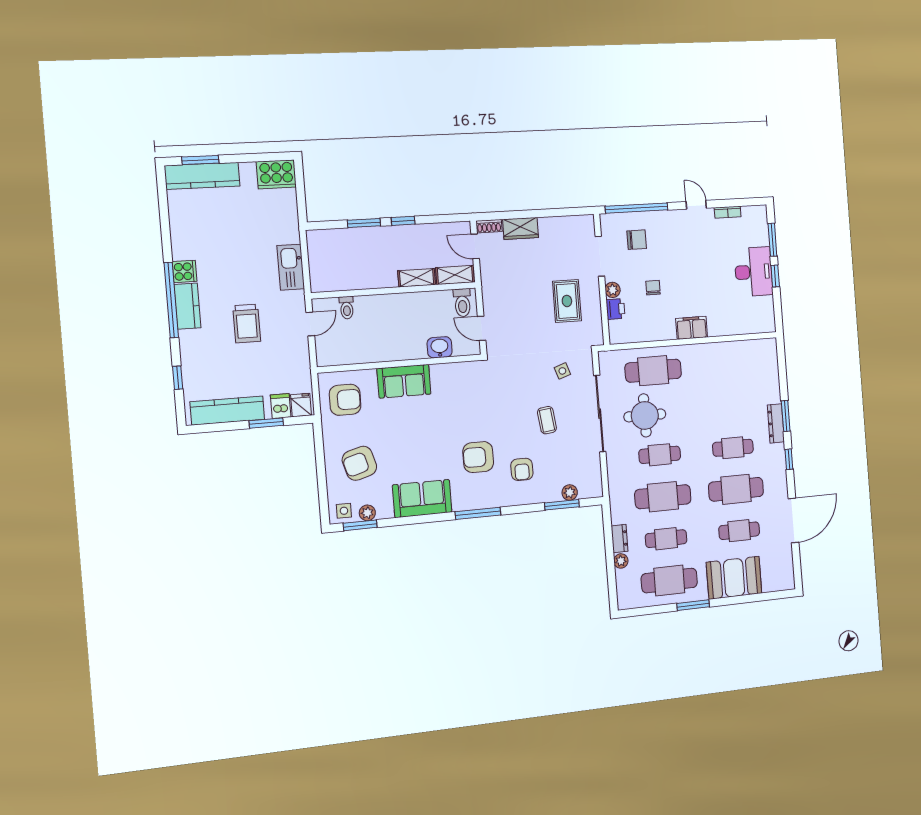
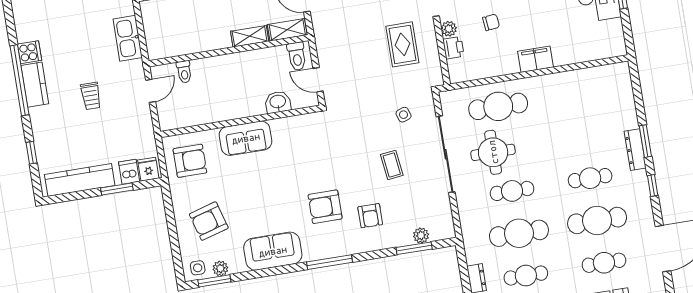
chair: (653, 288) -> (491, 22), turned 84
trolley: (247, 323) -> (91, 96), width x0.73, depth x0.72

